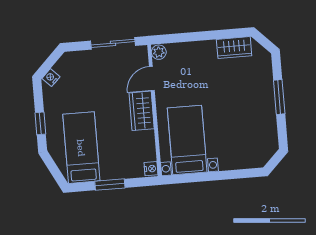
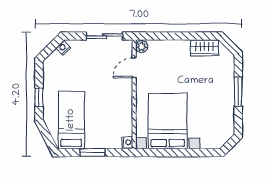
nightstand: (51, 78) -> (63, 48), moved
wardrobe: (142, 111) -> (124, 94), removed
bed with nightstands: (187, 140) -> (168, 121), width x1.36

